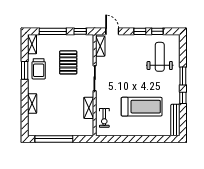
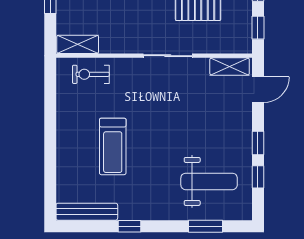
window: (183, 76) -> (206, 226), moved
treadmill: (142, 107) -> (113, 146), width x0.73, depth x0.73
shelving: (89, 108) -> (78, 44), moved

